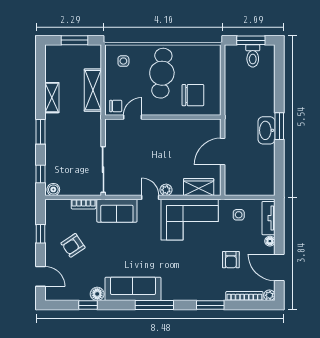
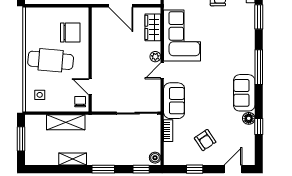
chair: (193, 95) -> (70, 32), turned 90
sofa: (133, 289) -> (244, 93), width x0.73

